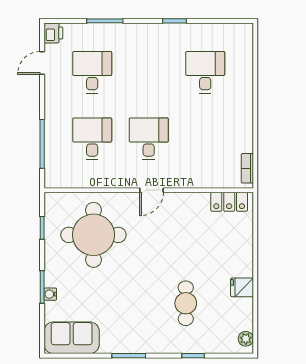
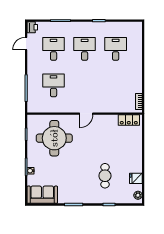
desk: (149, 139) -> (85, 49), moved
fridge: (242, 287) -> (136, 178), moved

